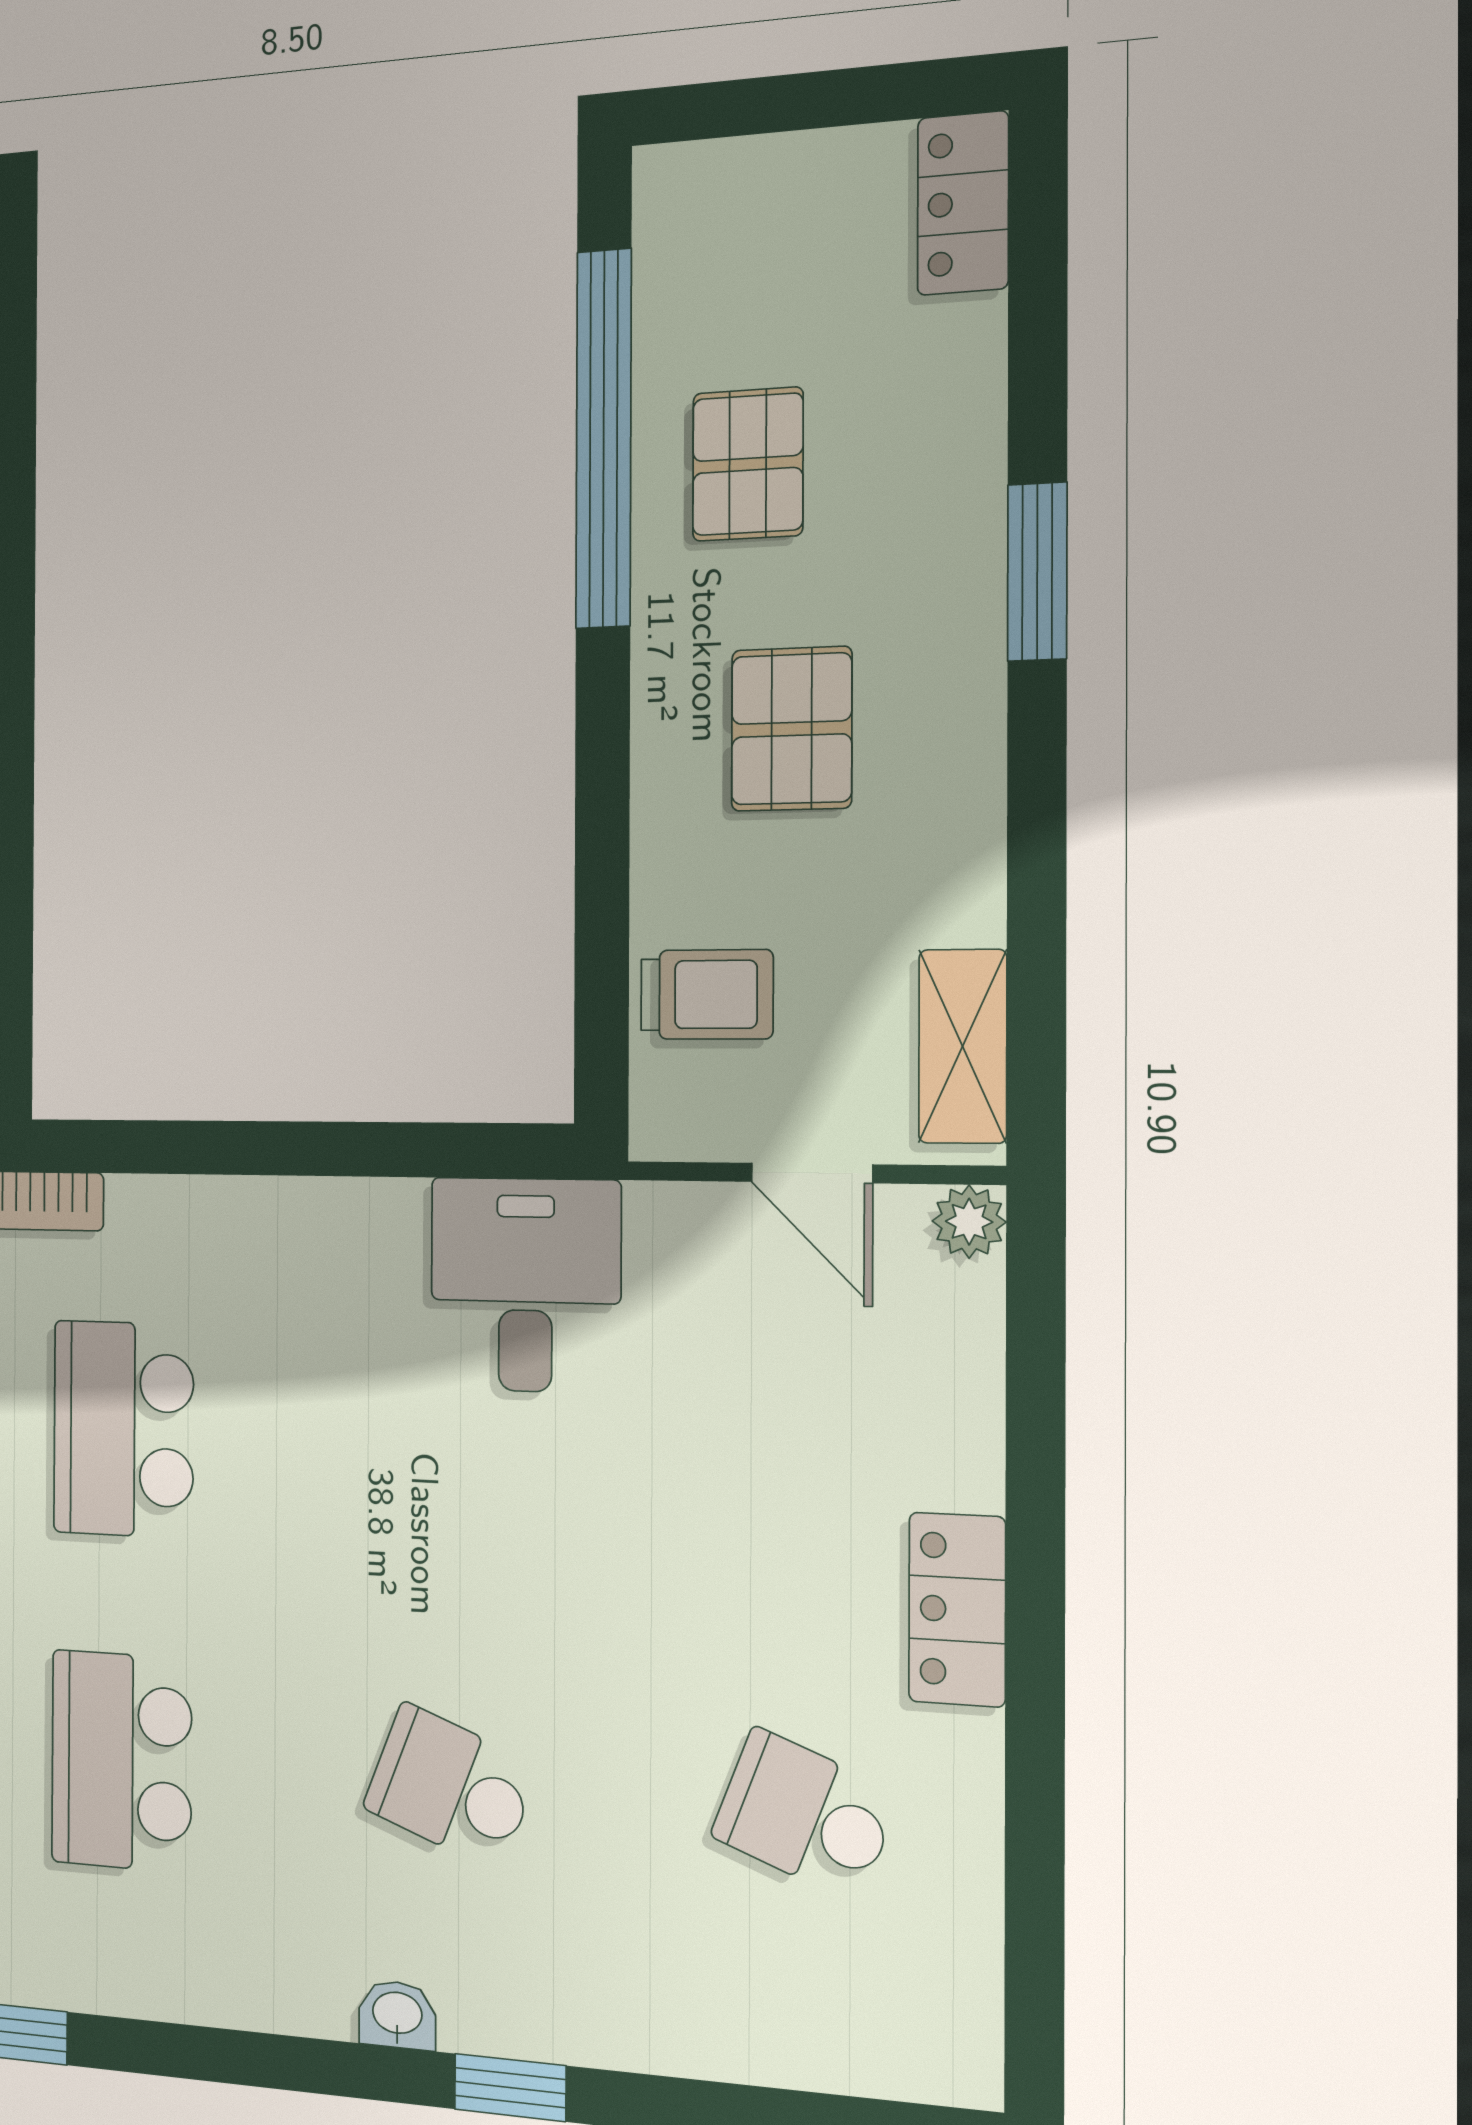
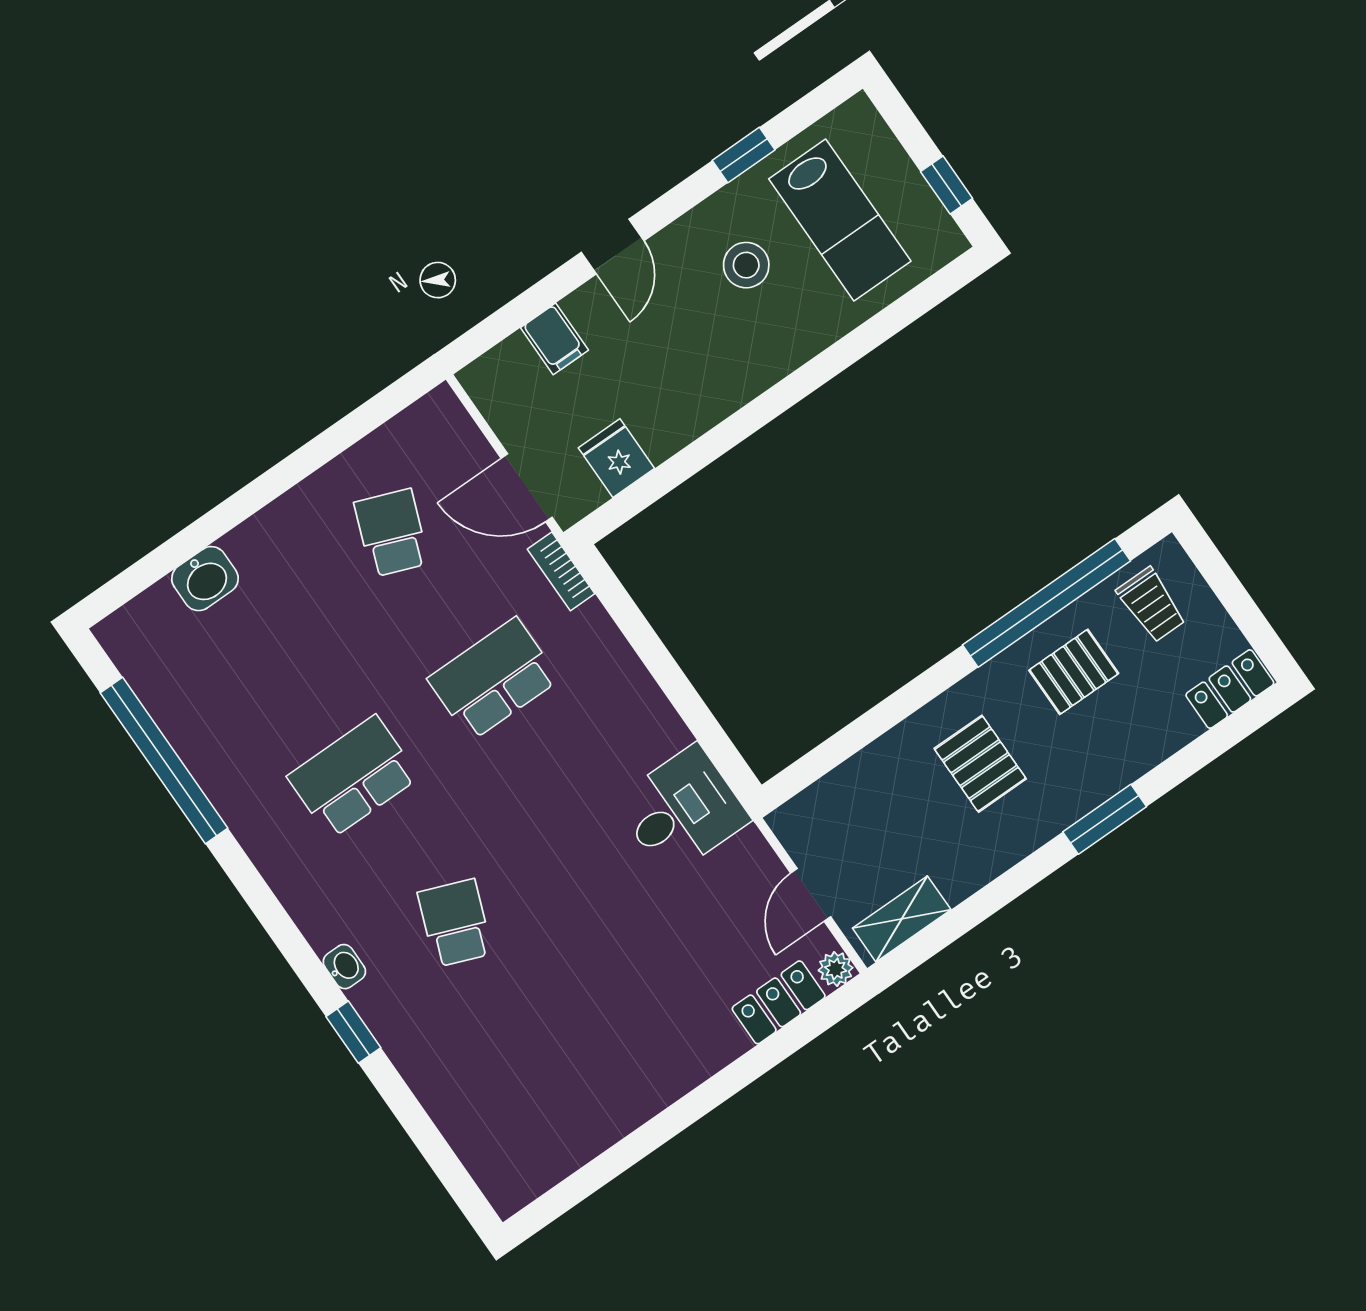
pallet: (792, 729) -> (980, 764), turned 90
trolley: (707, 994) -> (1151, 605), moved
locker: (957, 1609) -> (779, 1002), moved
school desk: (805, 1815) -> (557, 1069), removed

